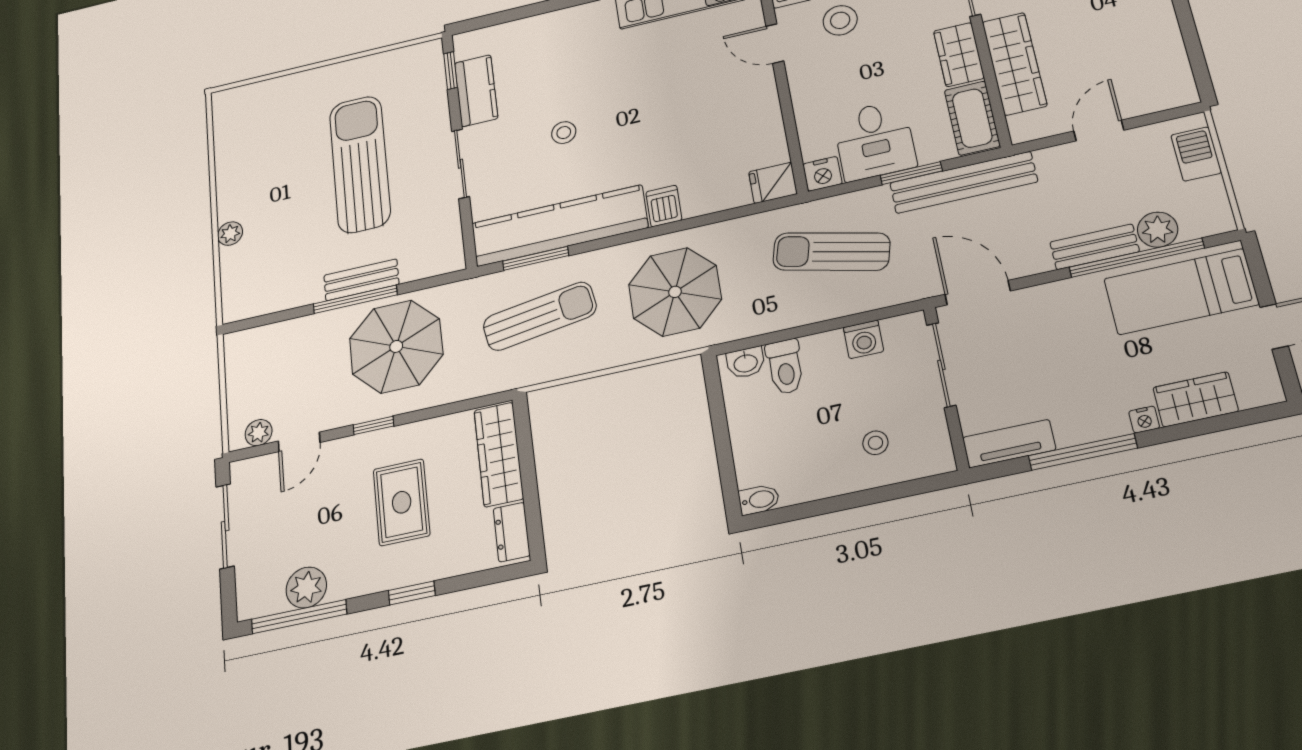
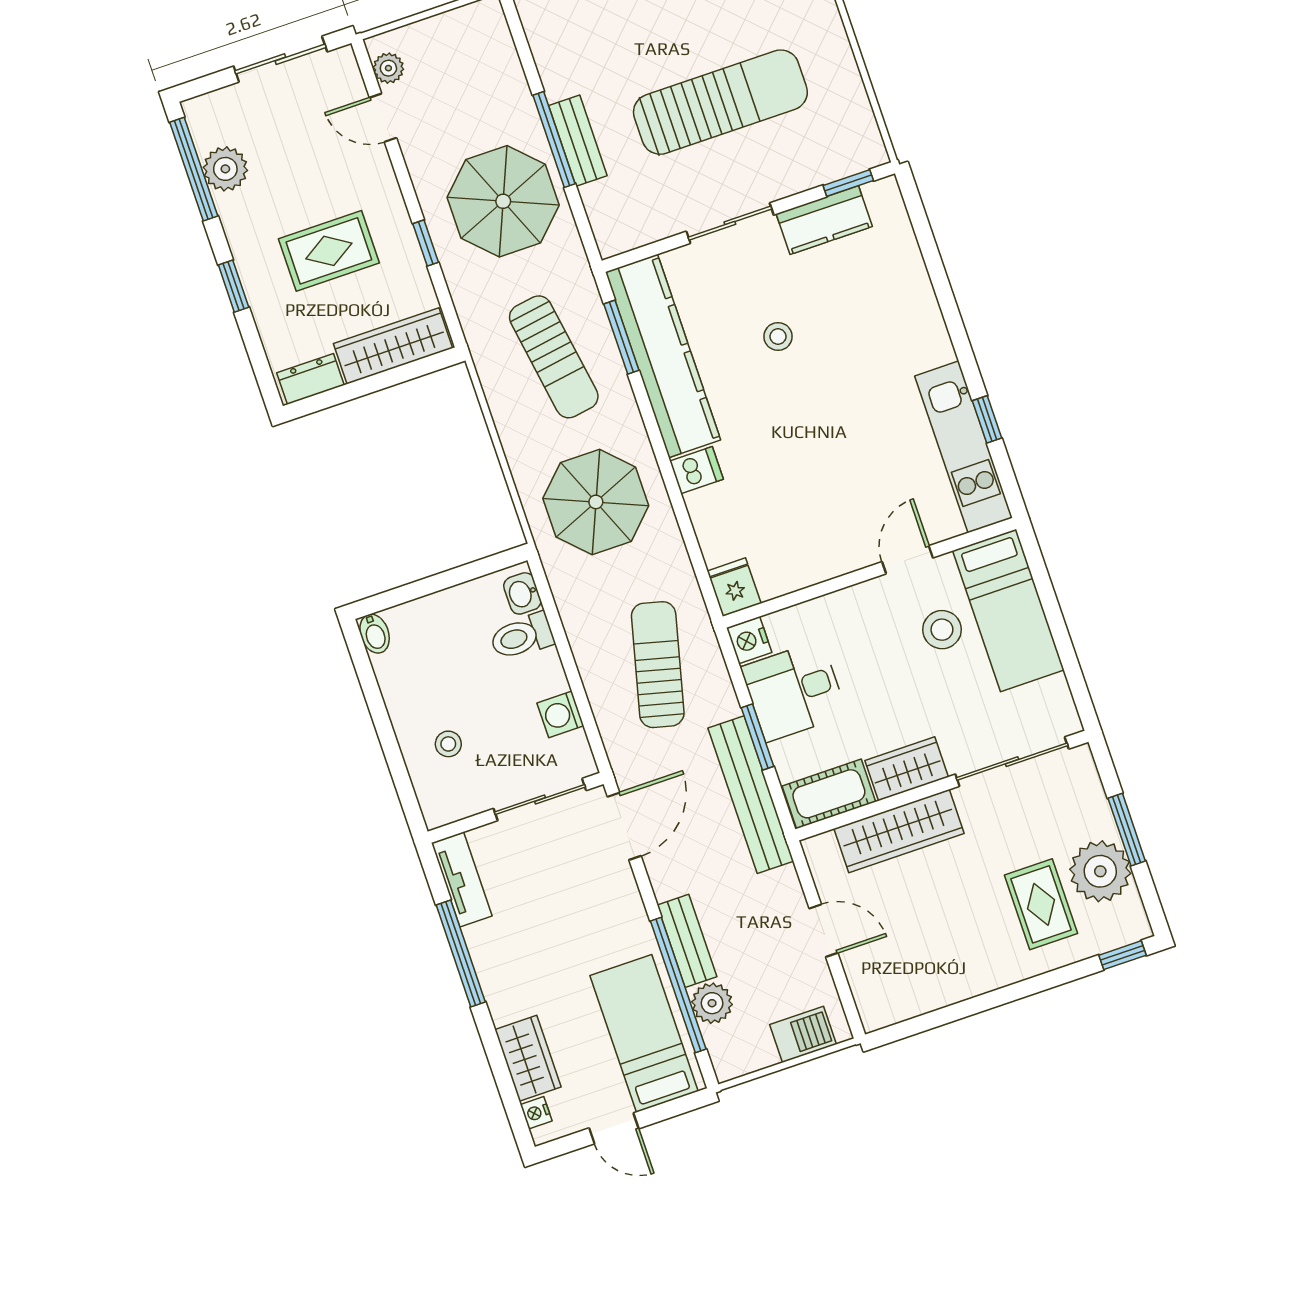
nightstand: (1144, 420) -> (536, 1113), moved
window: (374, 425) -> (426, 243), moved

